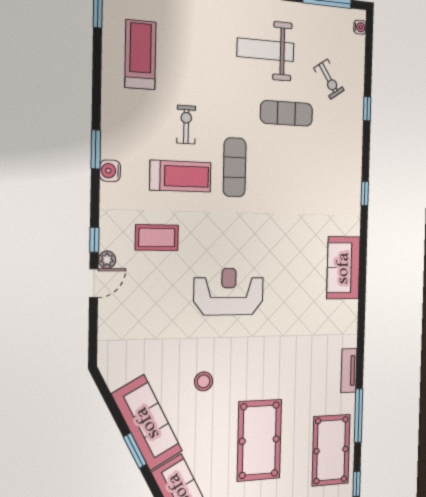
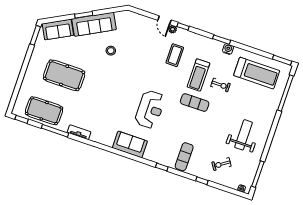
treadmill: (140, 55) -> (257, 73), width x1.37, depth x1.38
exercise mat: (287, 113) -> (184, 157), moved
water cooler: (110, 171) -> (228, 49), moved
reception desk: (229, 292) -> (150, 109), moved
stool: (204, 381) -> (111, 51), moved

